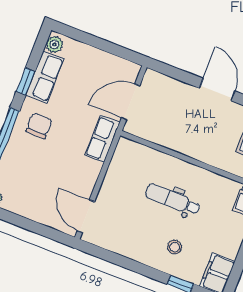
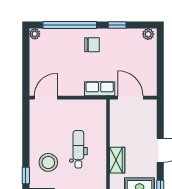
row of seats: (45, 77) -> (125, 36), removed
wardrobe: (208, 153) -> (117, 160), added
stool: (175, 247) -> (48, 162), width x1.89, depth x1.89

